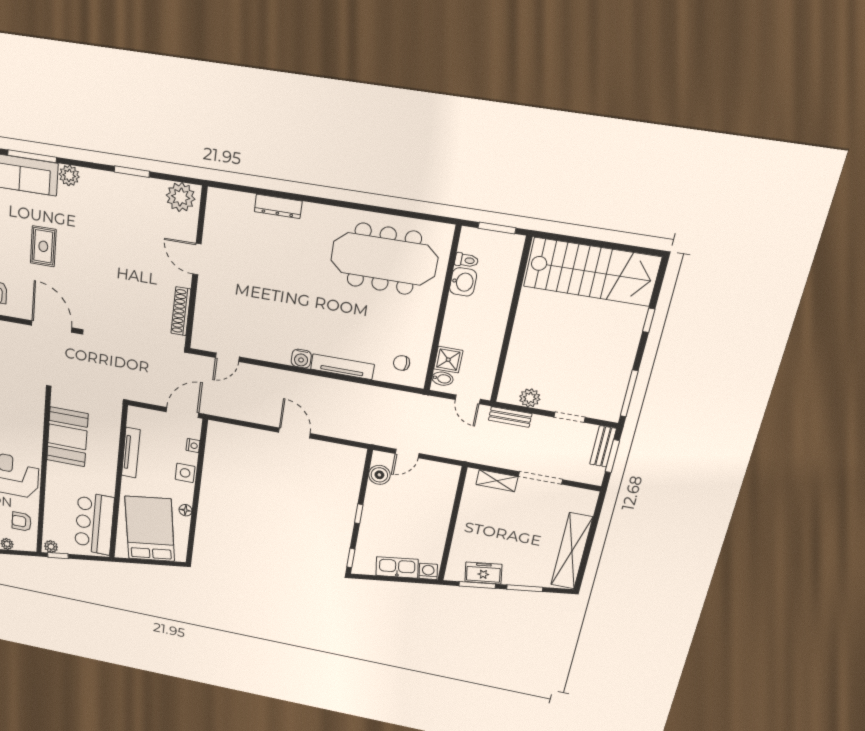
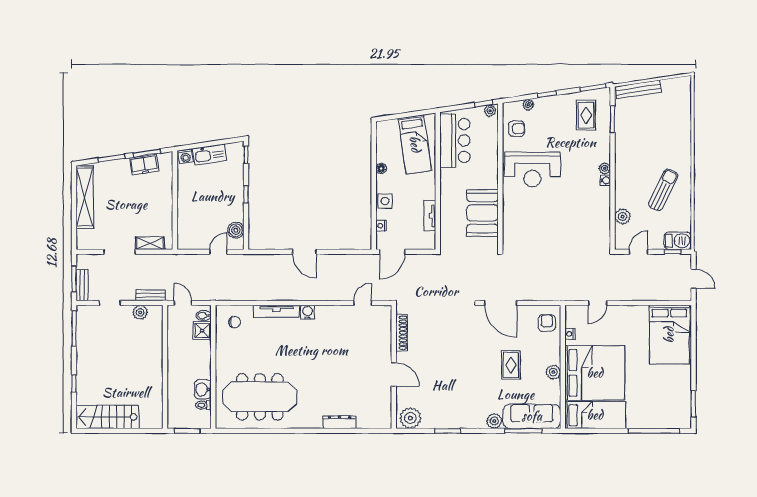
stairs: (592, 272) -> (107, 417), width x0.73, depth x0.66
tv unit: (131, 453) -> (430, 216), width x0.71
bed: (150, 529) -> (415, 144), width x0.67

